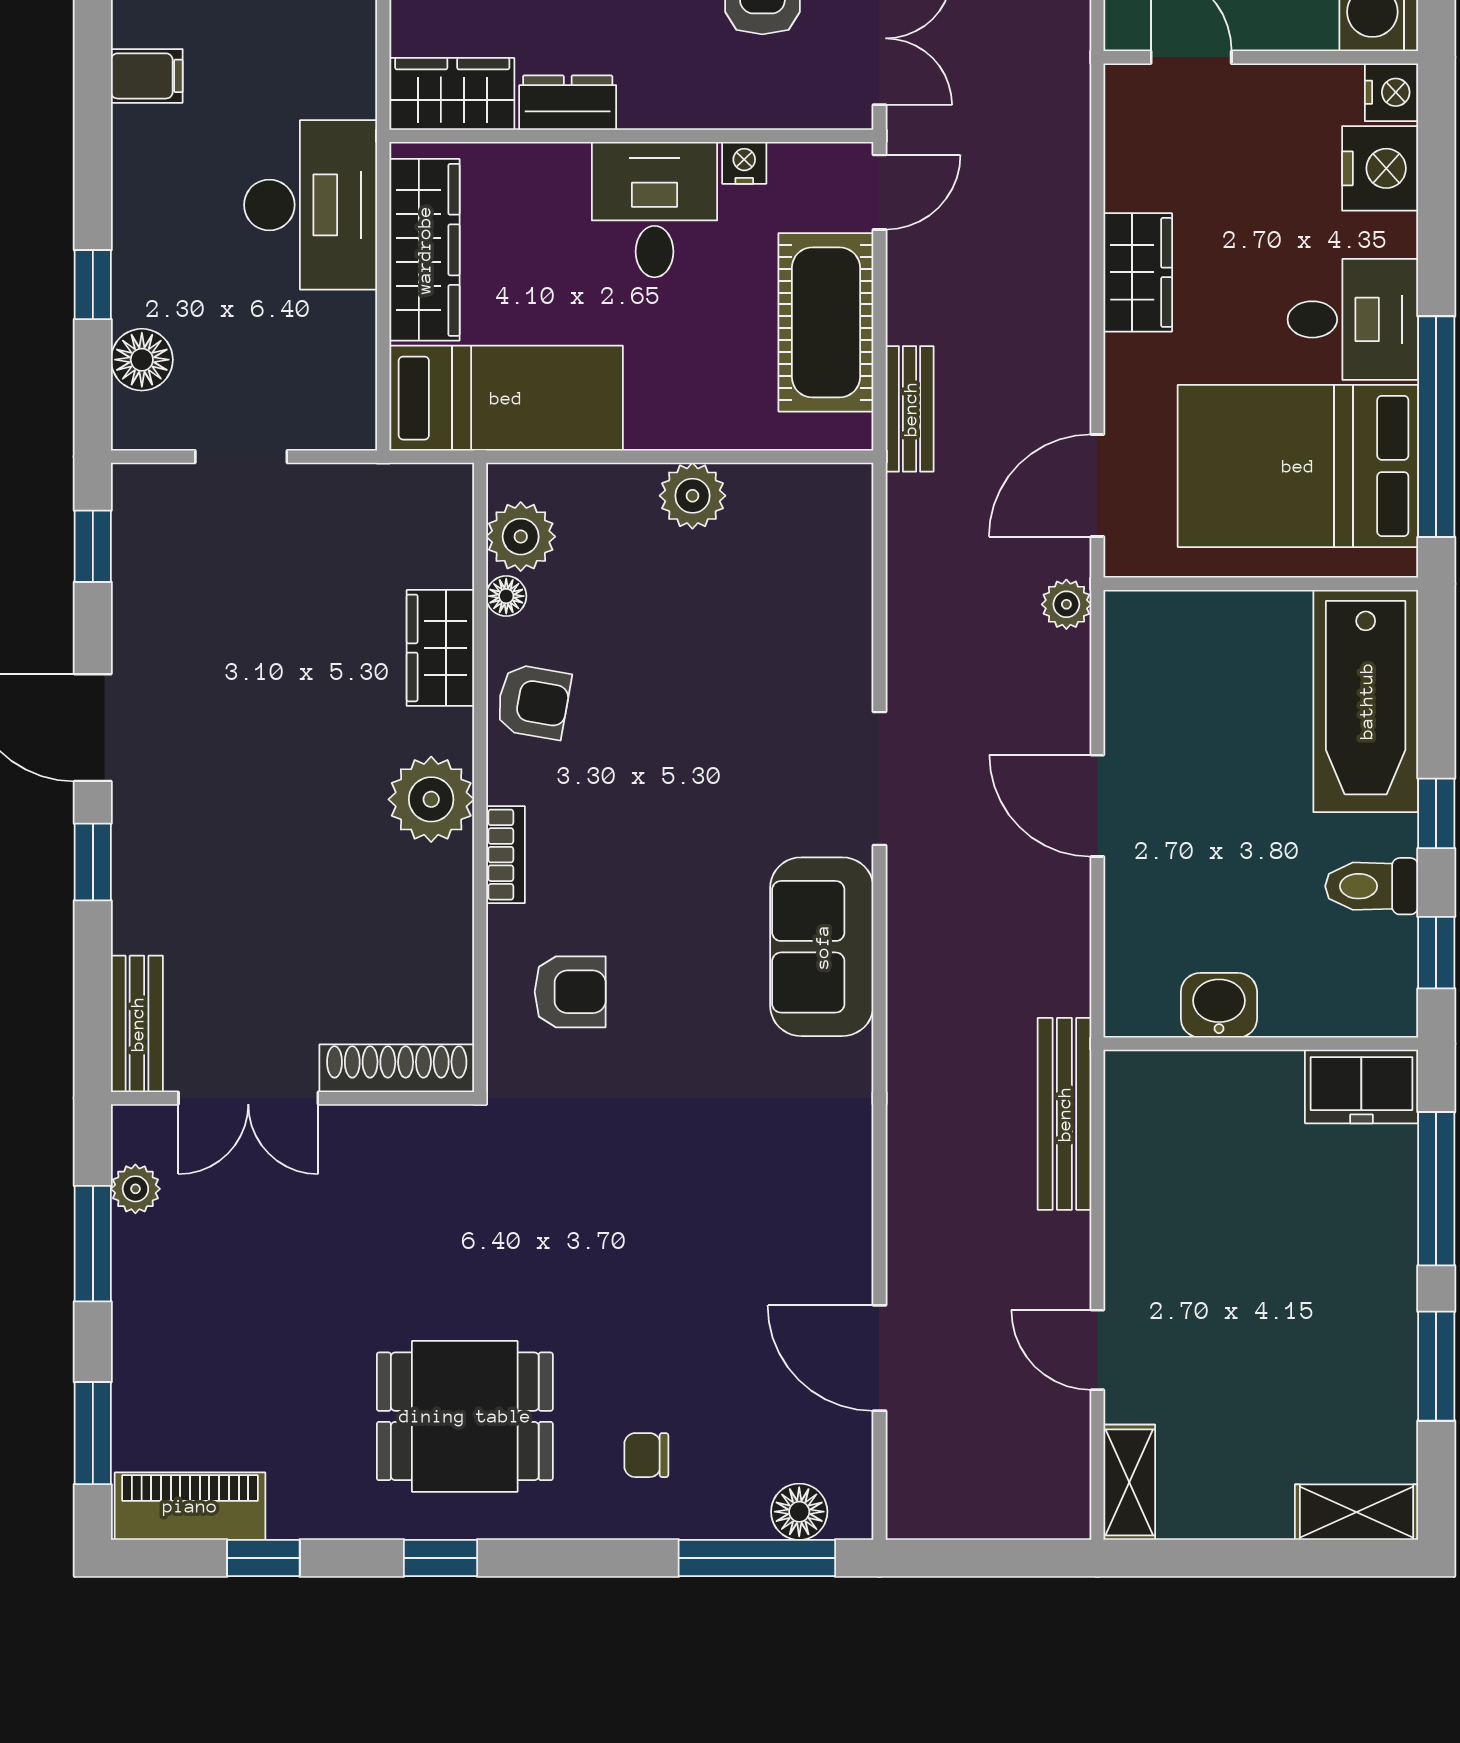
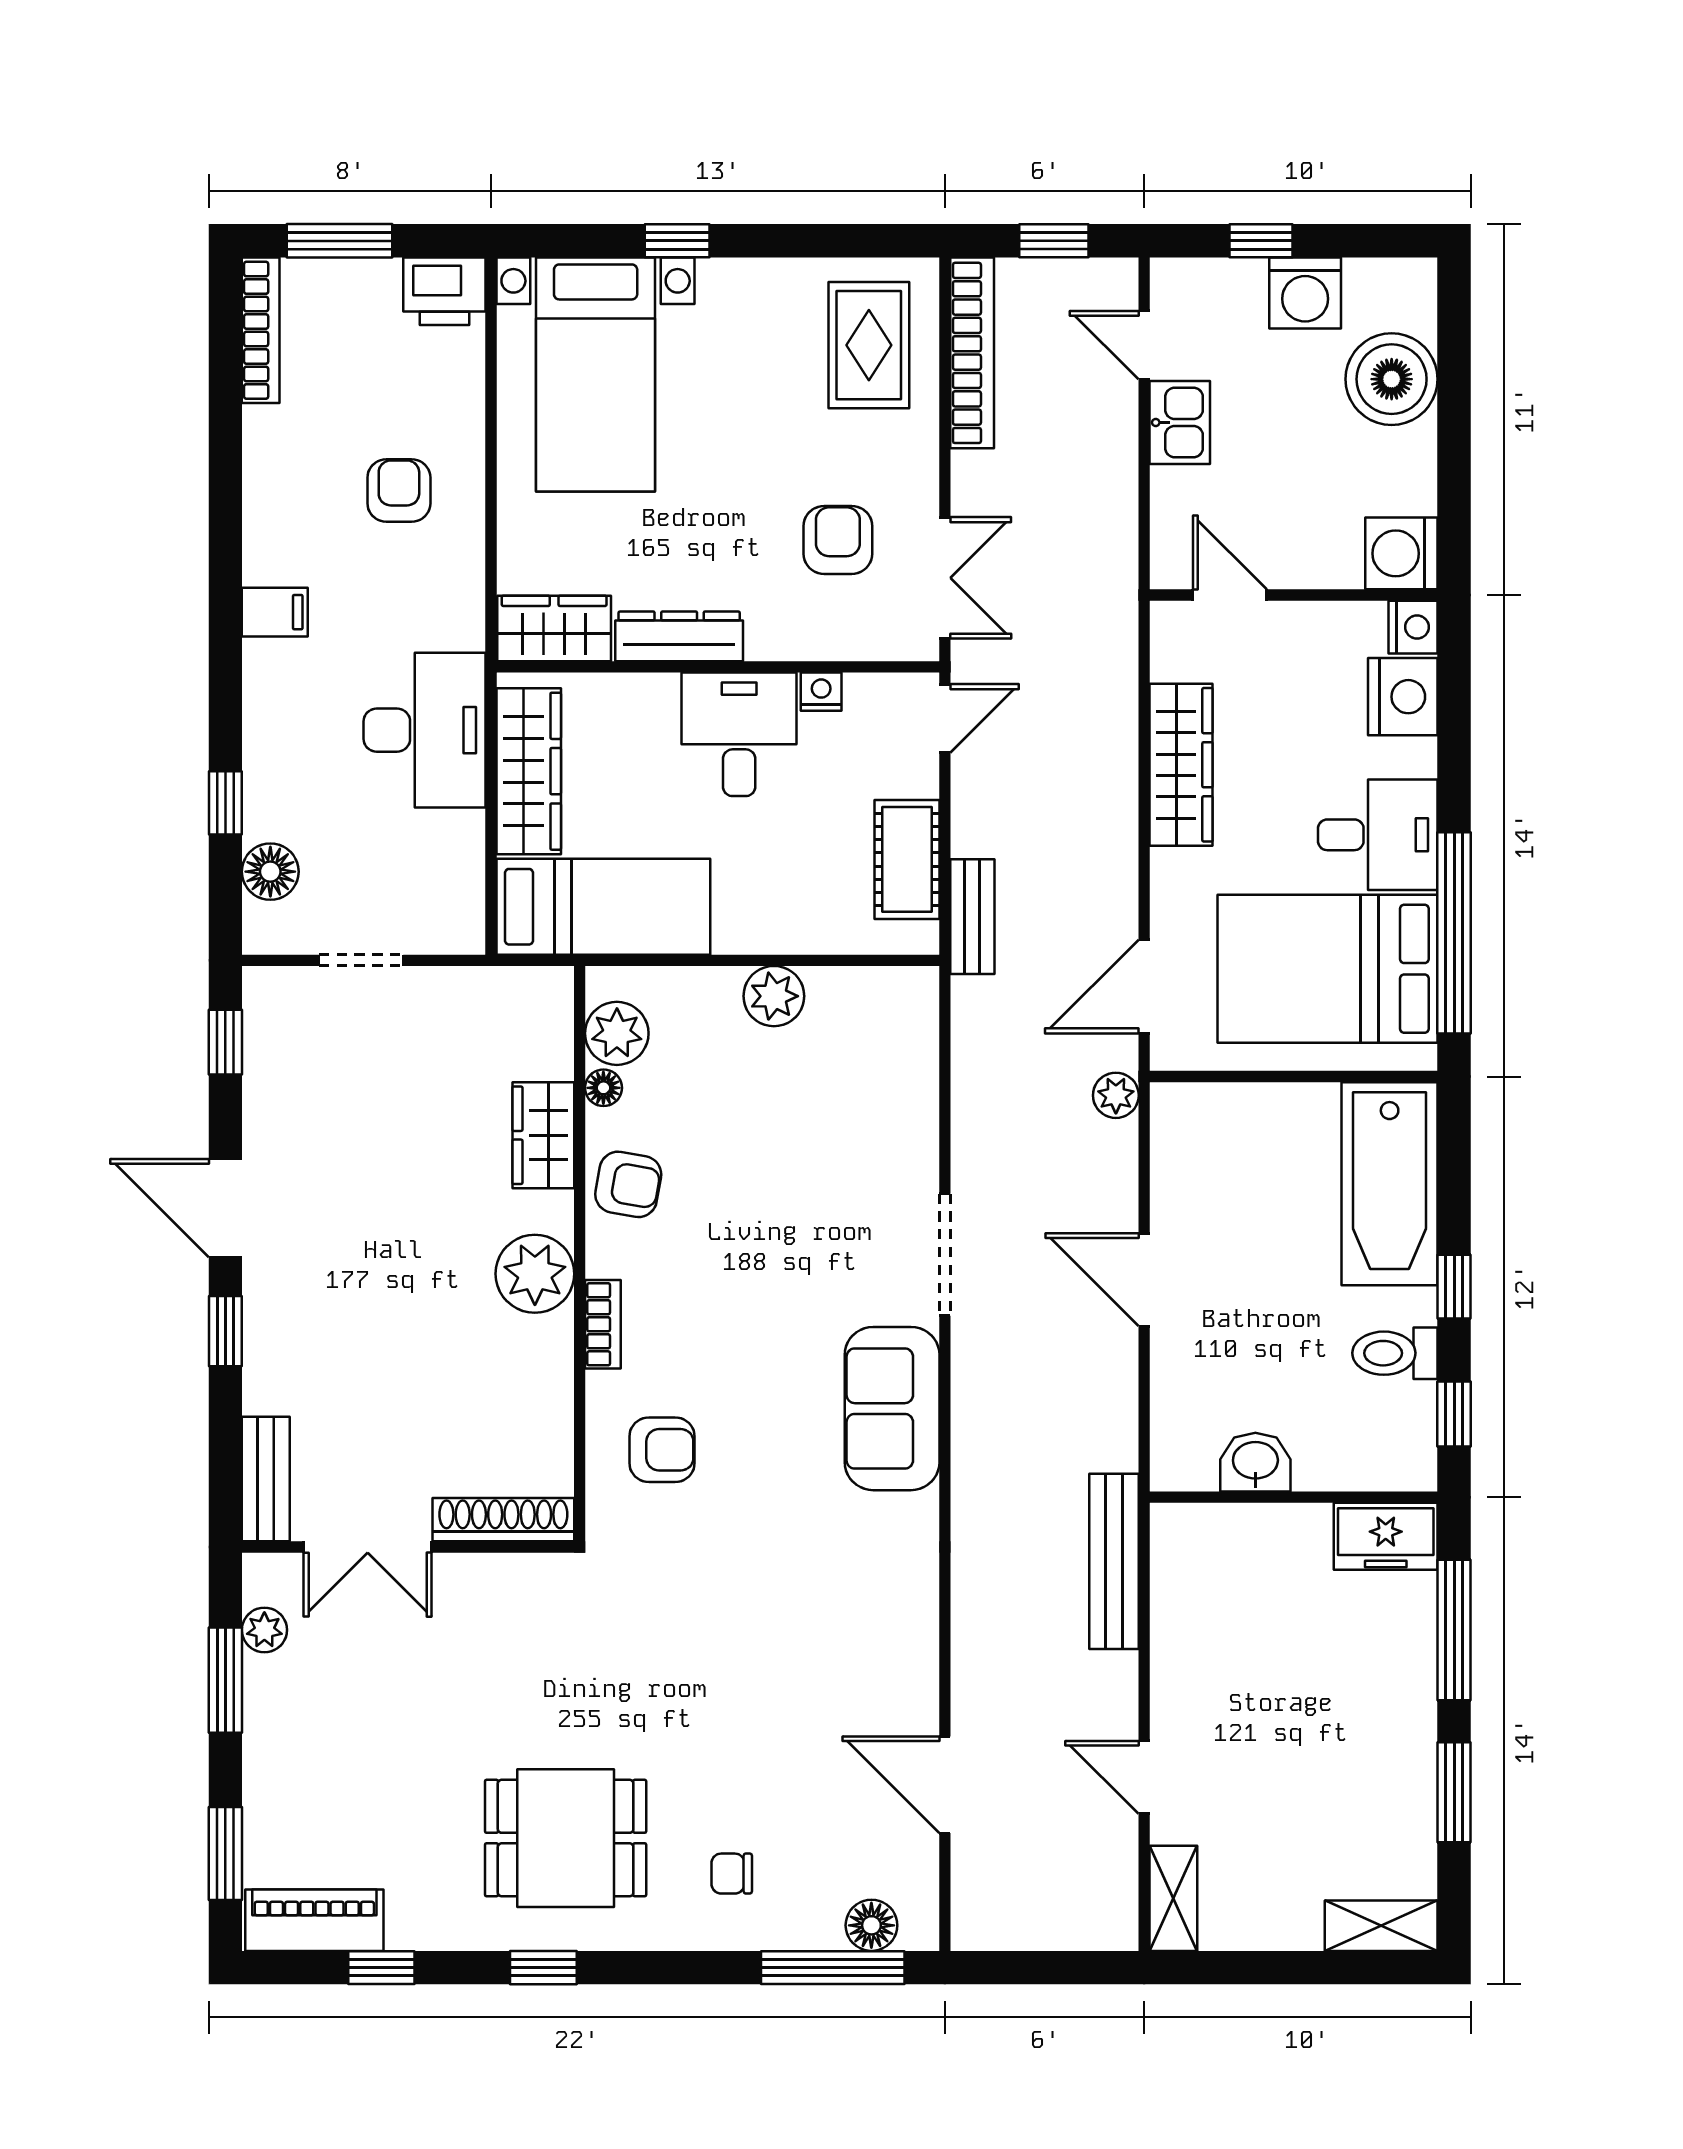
dresser: (568, 103) -> (679, 636), width x1.44
wardrobe: (1138, 272) -> (1181, 765), width x1.50
cot: (826, 322) -> (907, 859), width x0.73, depth x0.75

